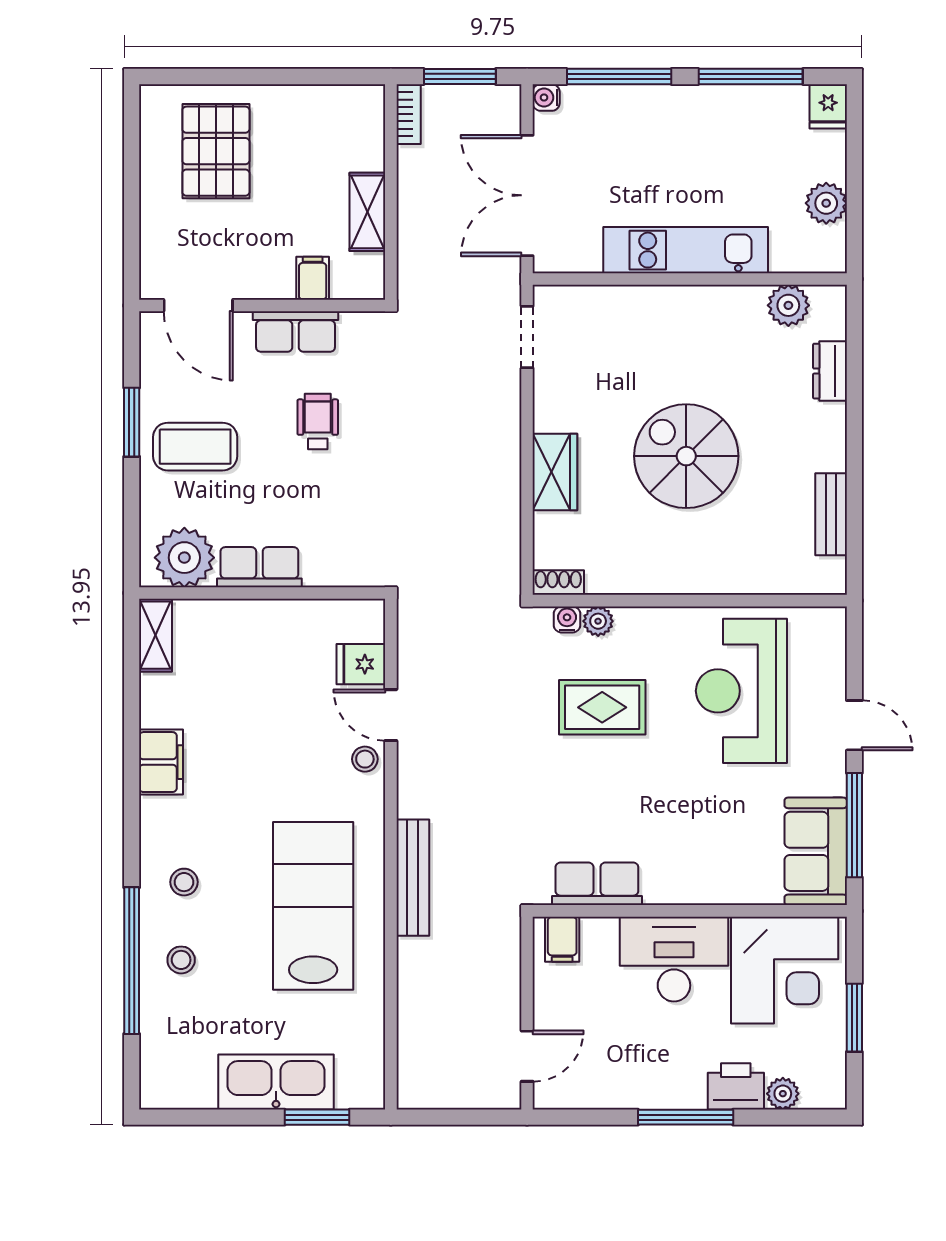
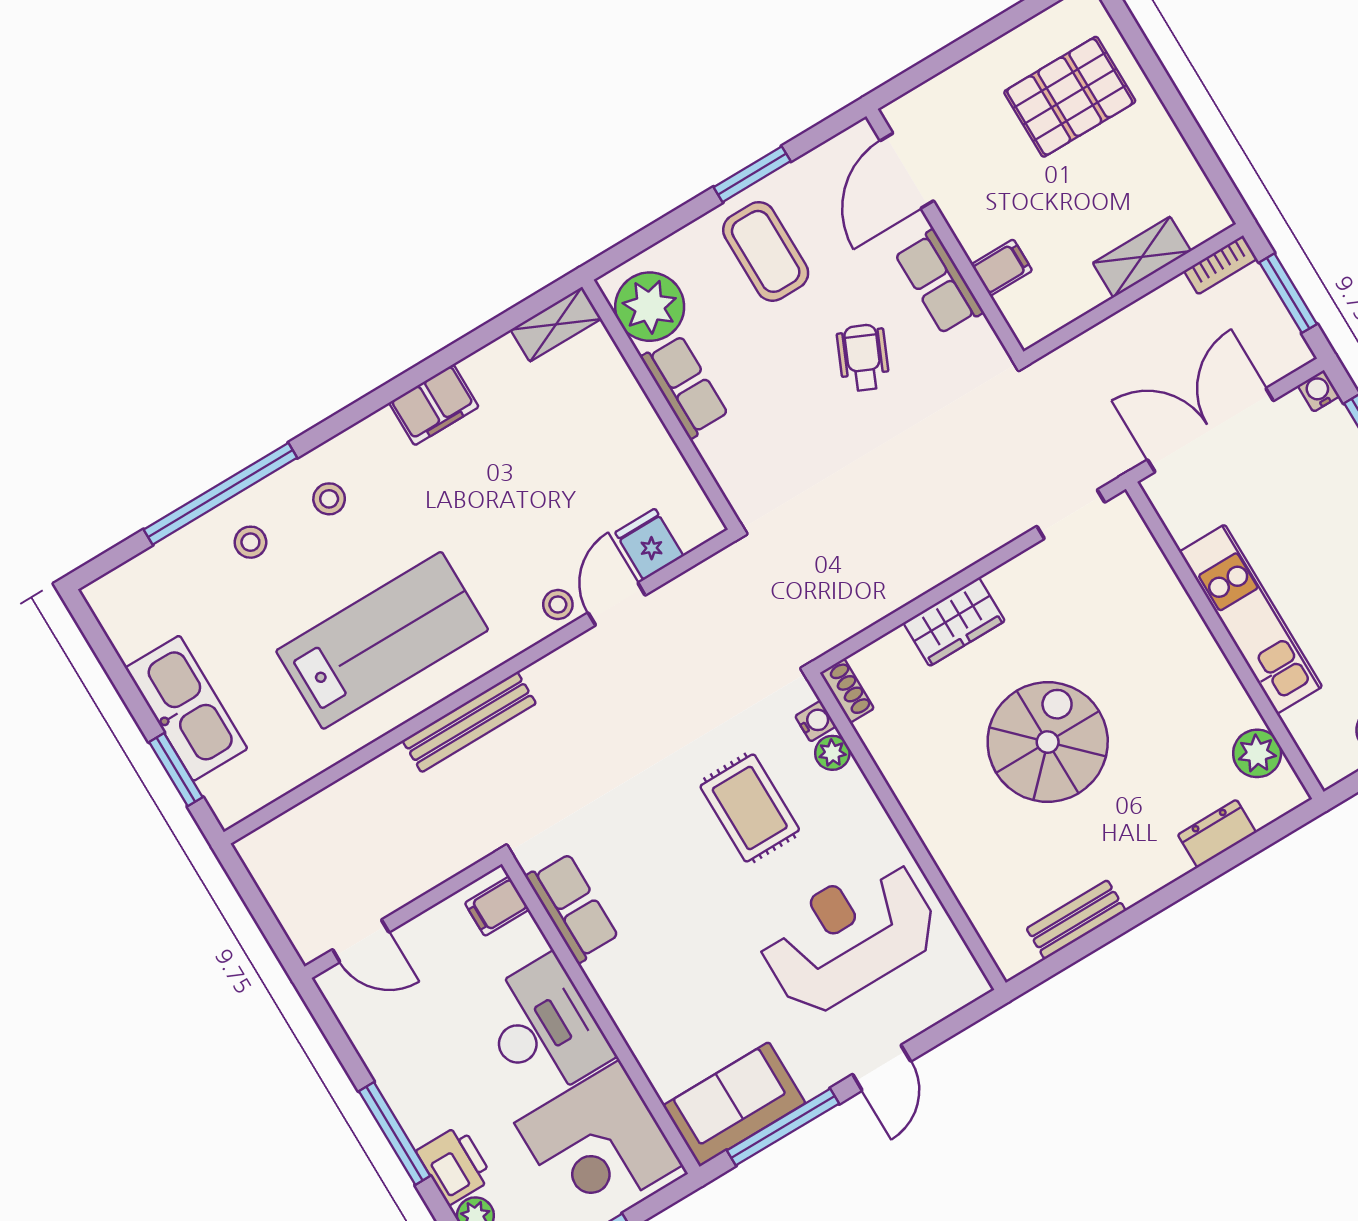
shelving: (367, 212) -> (1142, 257), moved
wheelchair: (318, 422) -> (863, 358), turned -66

